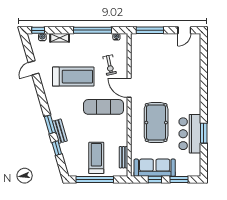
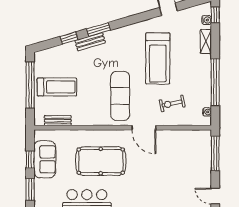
door: (129, 88) -> (144, 128), swing flipped
sofa: (155, 168) -> (45, 159), width x0.73

